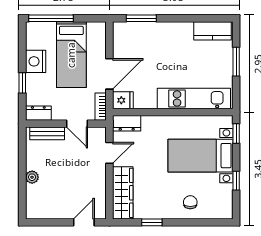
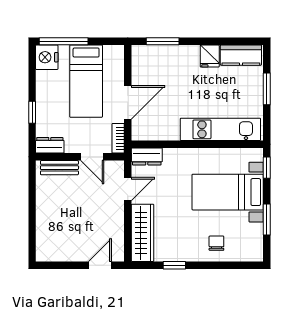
nightstand: (36, 61) -> (47, 57), moved
fridge: (123, 100) -> (210, 56), moved, turned 90
plant: (32, 177) -> (43, 216), removed
window: (236, 181) -> (267, 219), width x1.50

